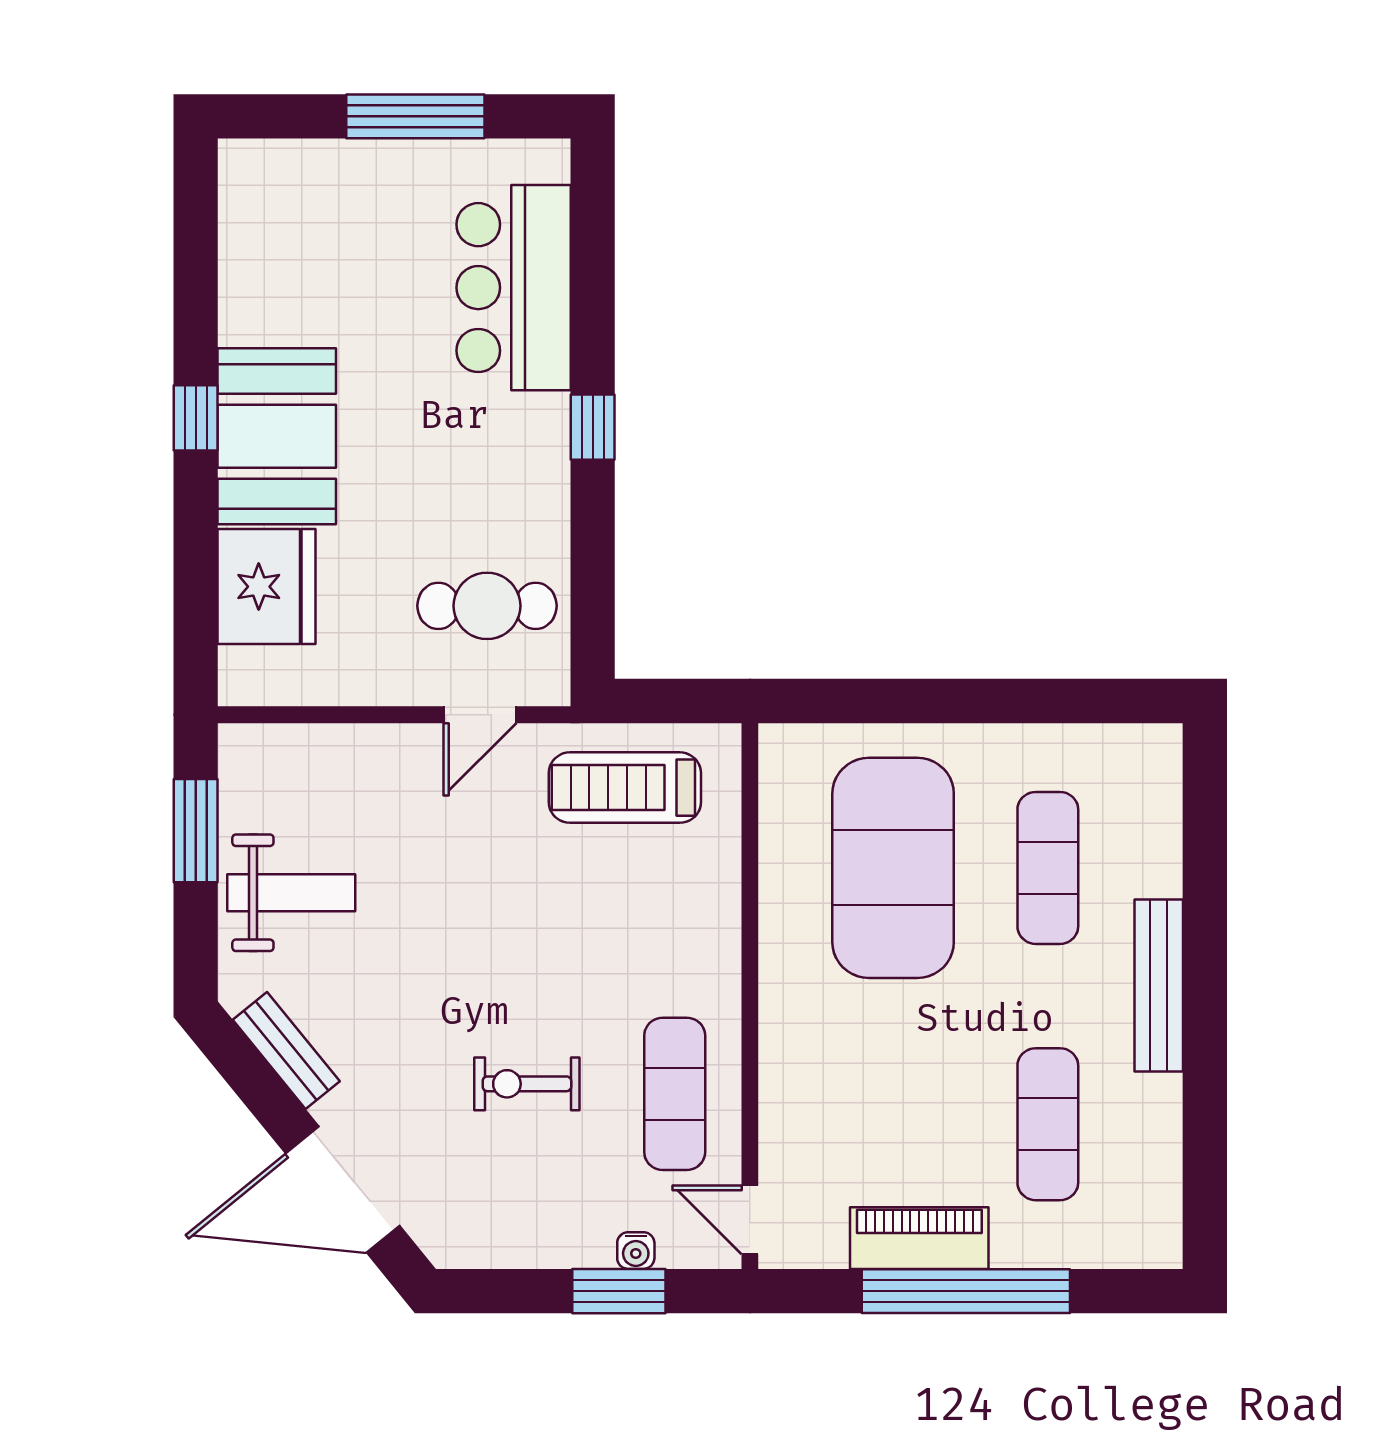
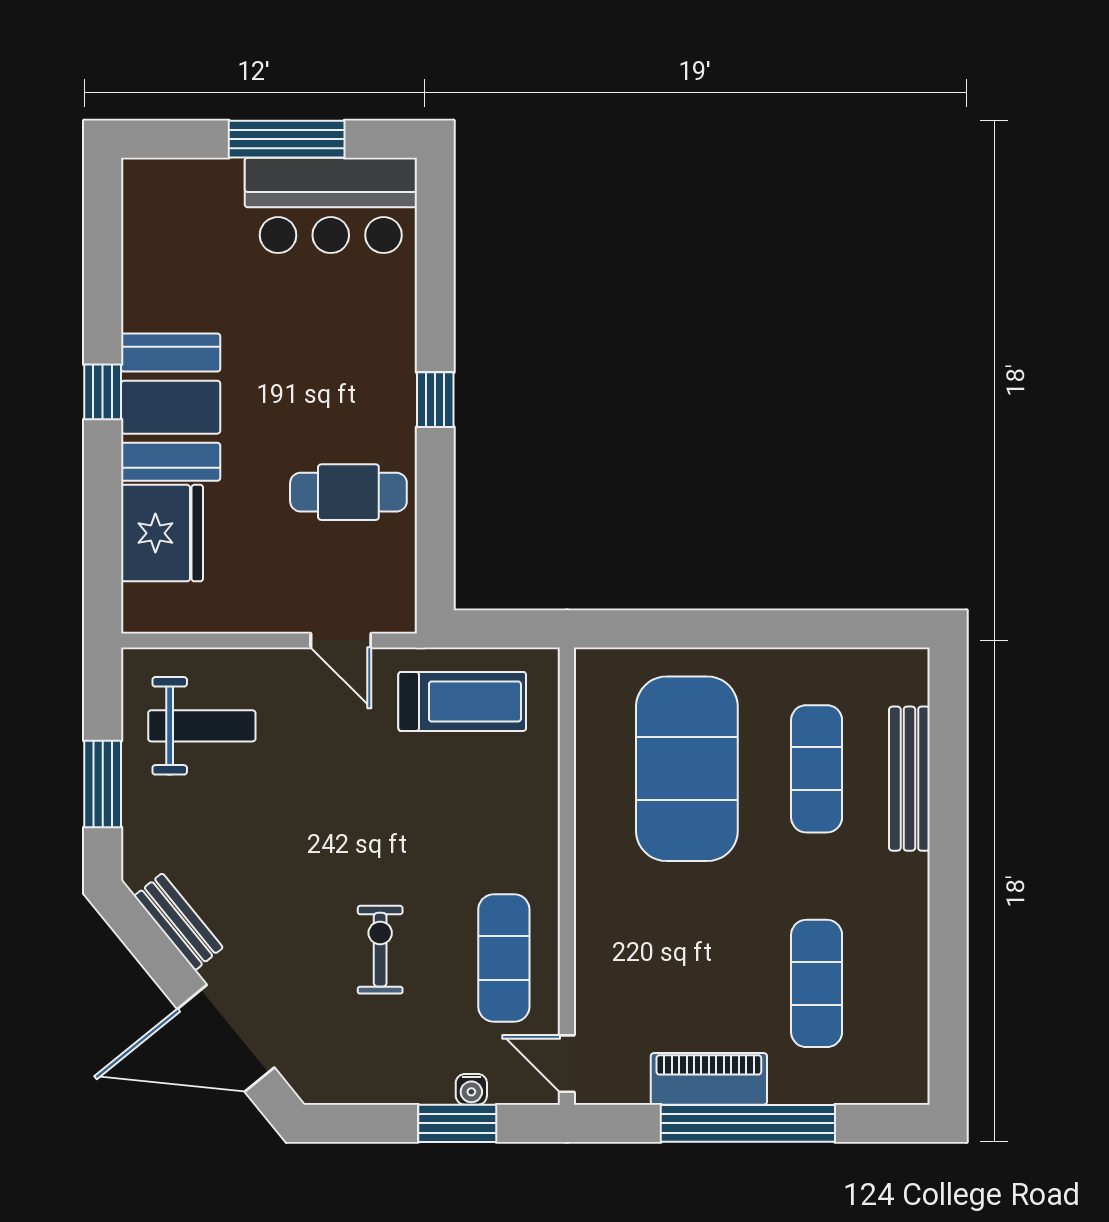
bar counter: (514, 288) -> (331, 205), moved, turned -90
cafe table: (487, 606) -> (348, 492), moved
door: (480, 715) -> (341, 640), hinge flipped
treadmill: (625, 788) -> (462, 701), turned 180
window: (196, 831) -> (103, 784), moved
weight bench: (291, 893) -> (202, 726), moved
bench: (1159, 986) -> (909, 779), moved
exercise bike: (527, 1084) -> (380, 950), turned 90

